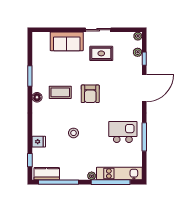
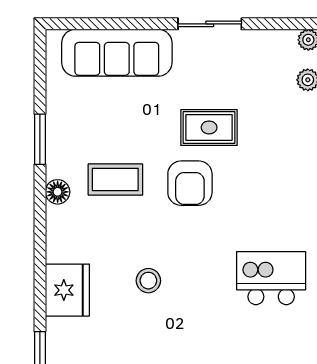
sofa: (67, 41) -> (117, 53), width x1.36
rug: (101, 53) -> (209, 127), moved
fridge: (39, 142) -> (67, 290), width x1.88, depth x1.34

